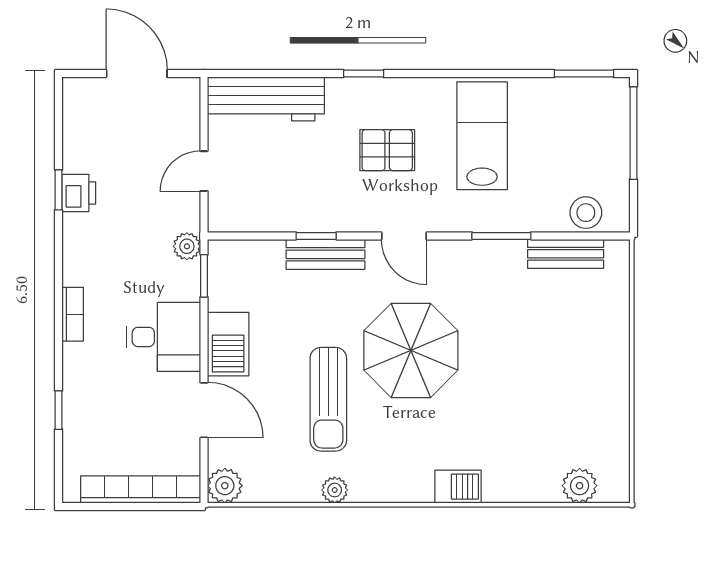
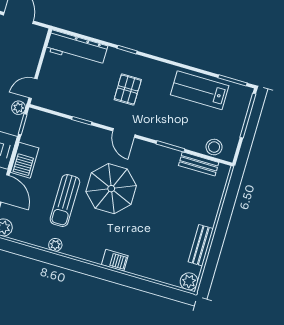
lab bench: (482, 136) -> (200, 90), moved, turned -90
pallet: (387, 150) -> (128, 90), turned 90
door: (204, 171) -> (33, 88), moved
bench: (325, 254) -> (201, 245), moved, turned 90
plant: (580, 486) -> (189, 281), moved

